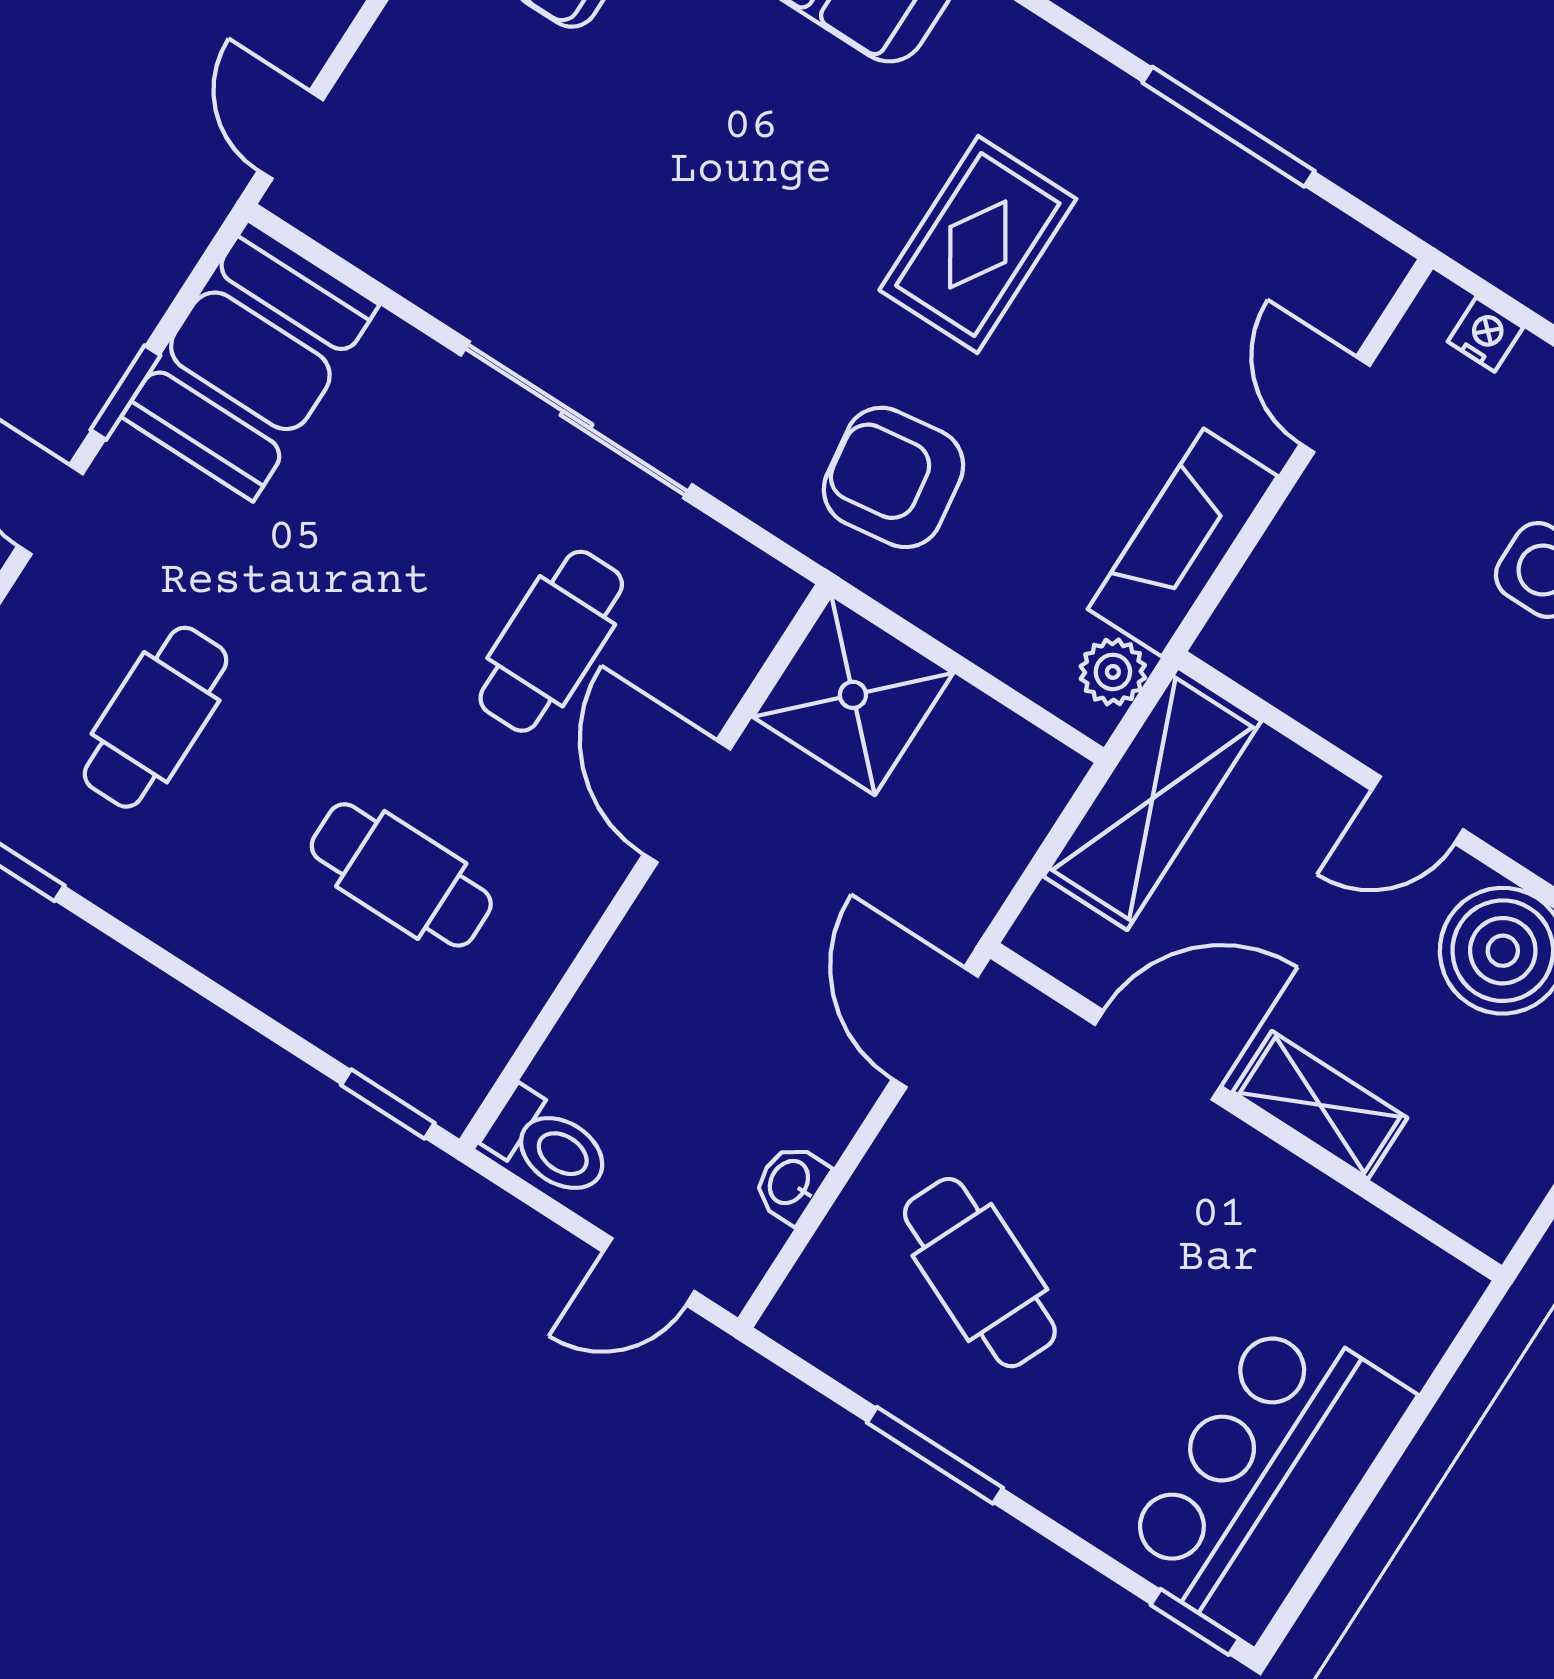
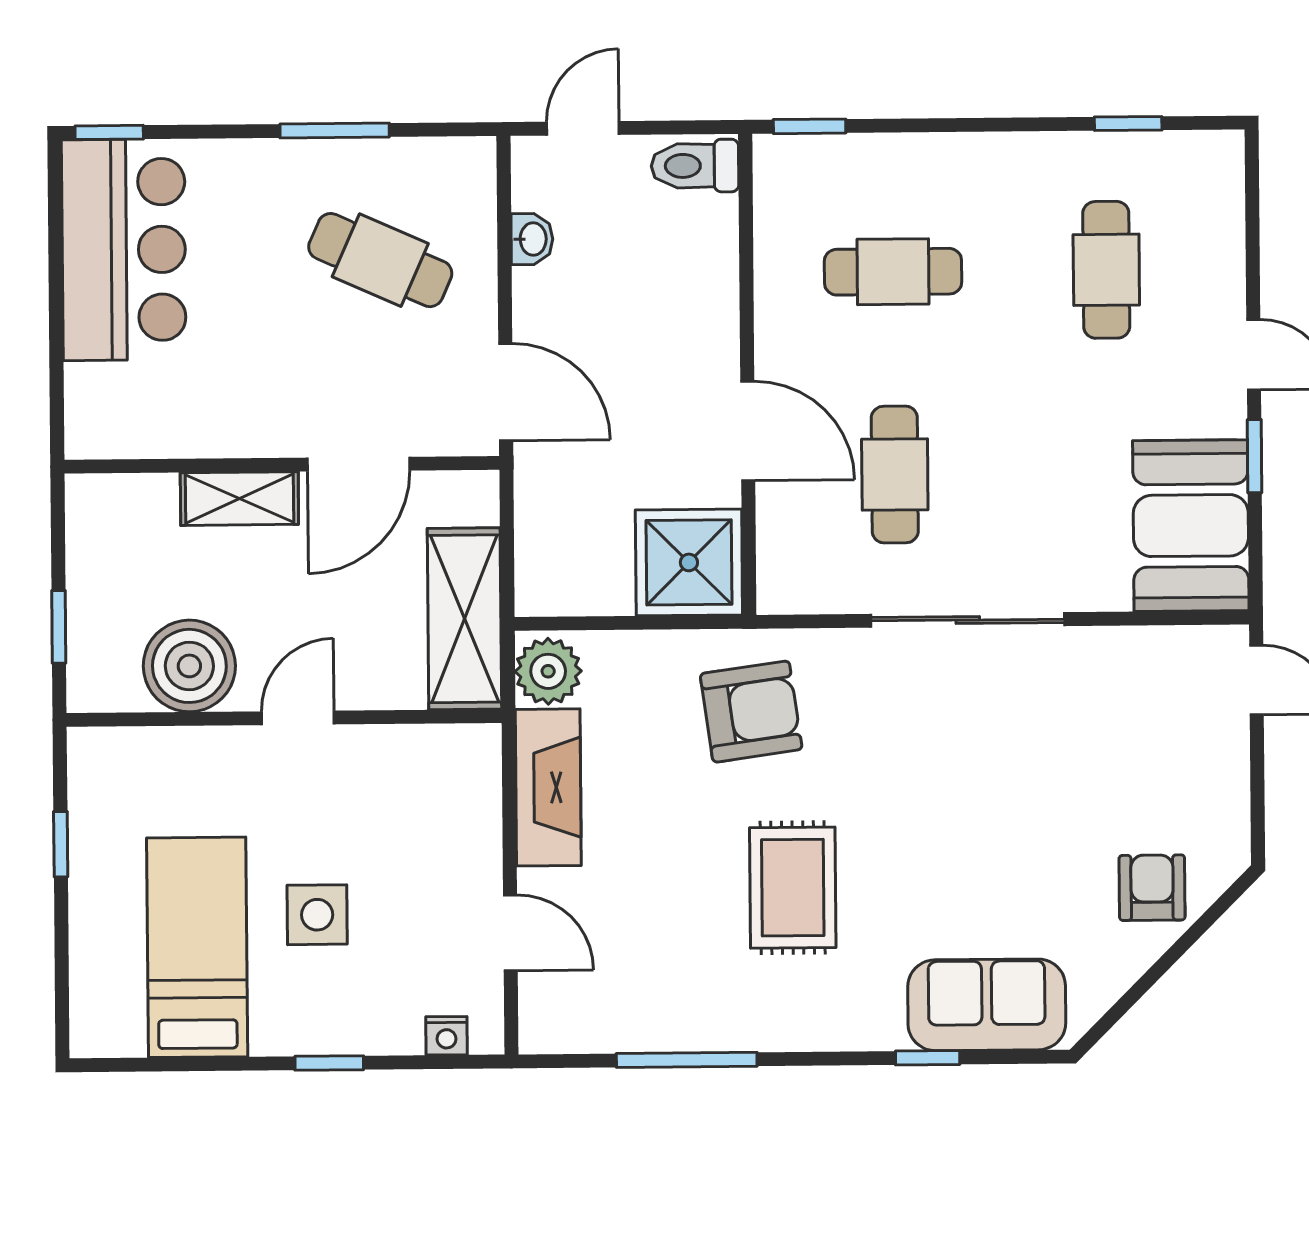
plant: (1113, 672) -> (548, 671), width x1.38, depth x1.38

